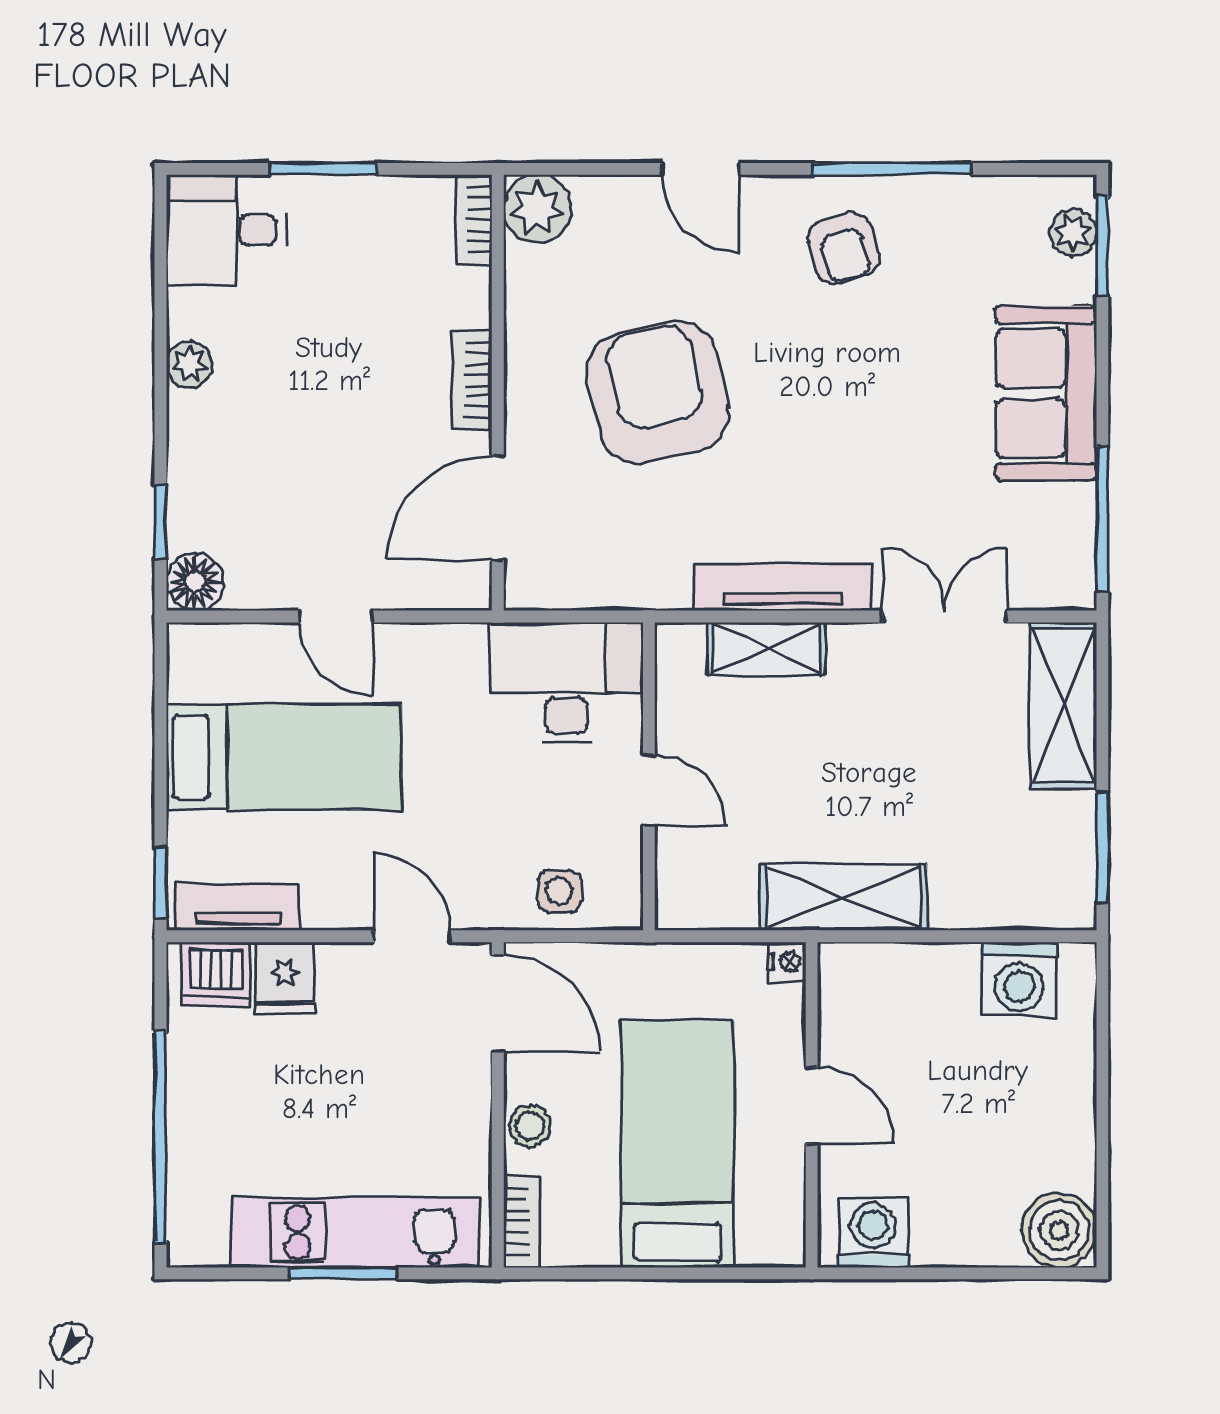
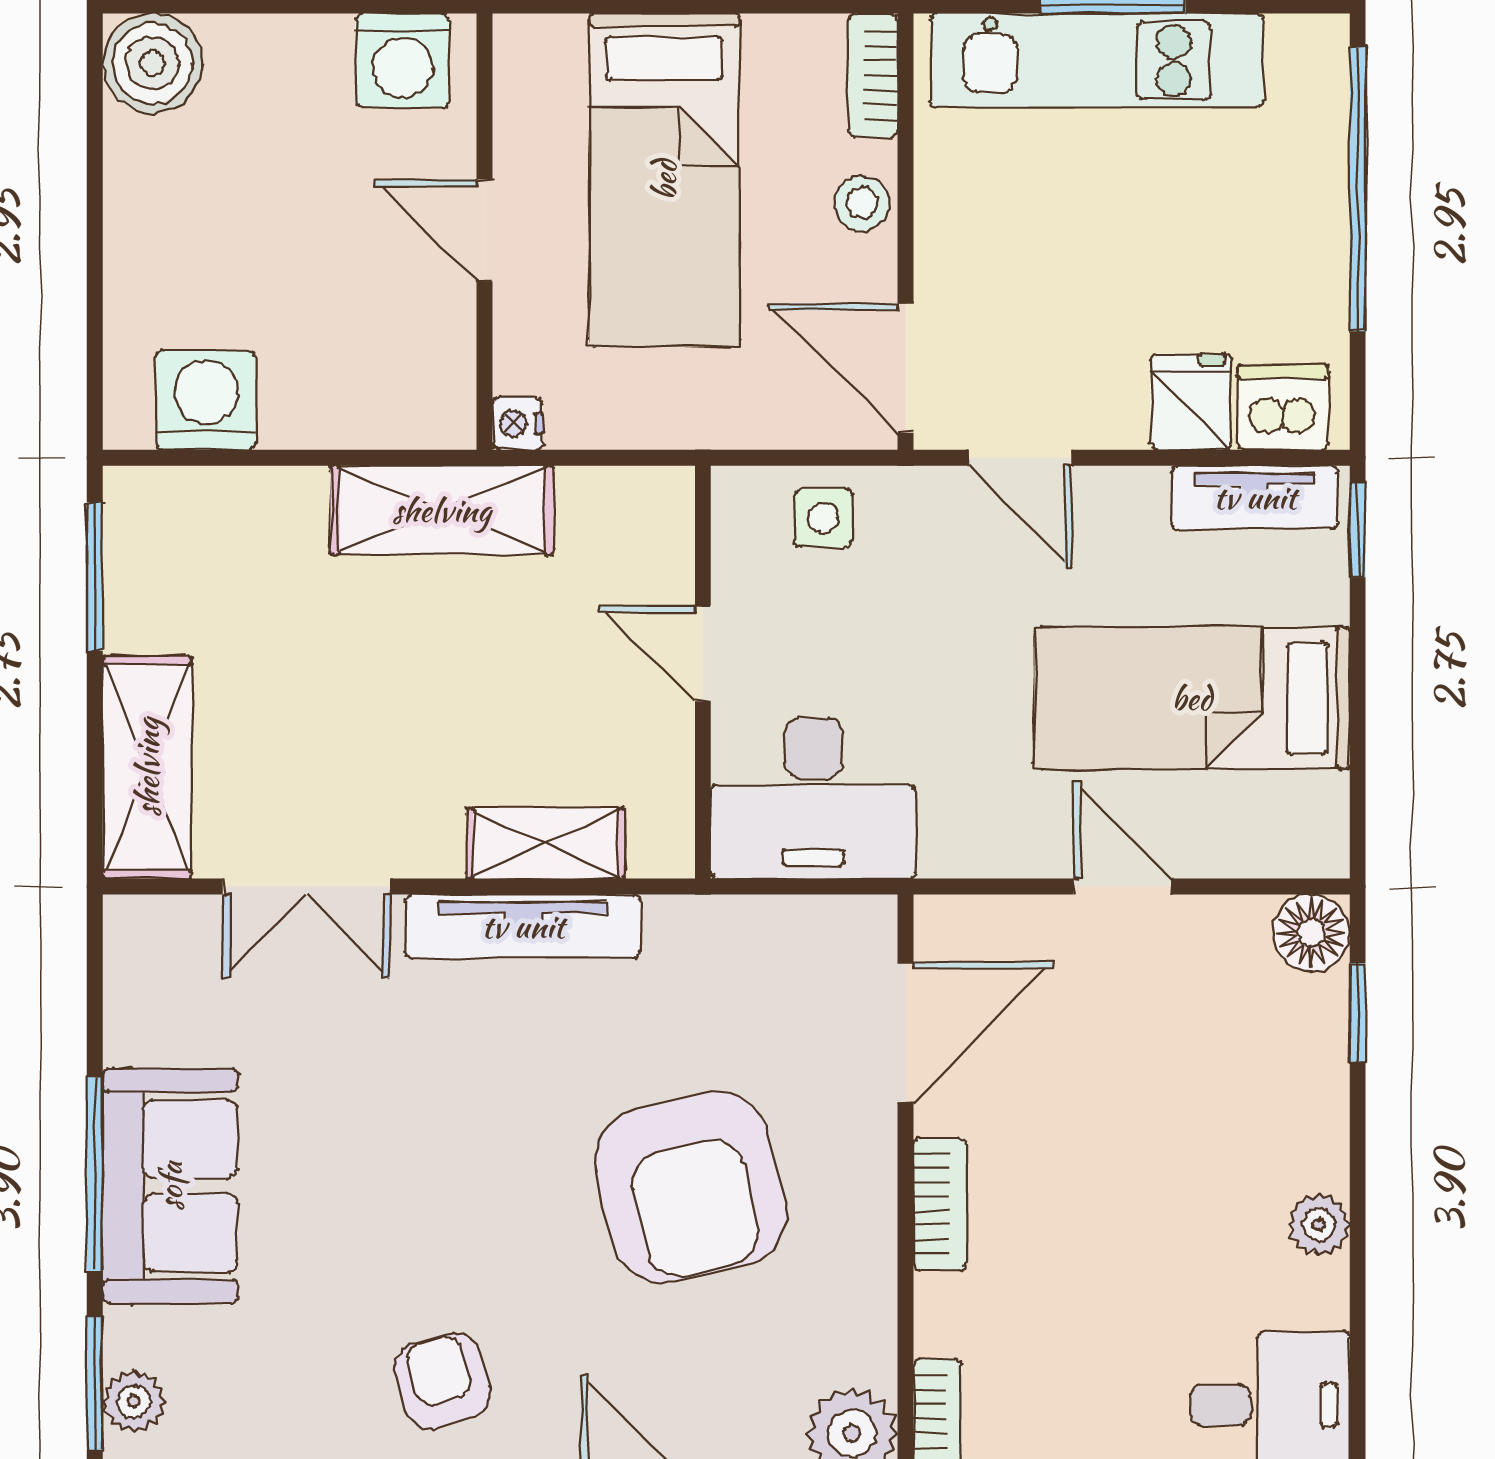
window: (1102, 520) -> (95, 1174), moved

